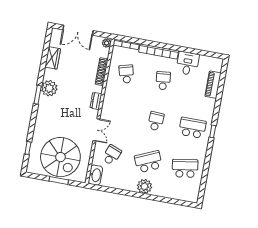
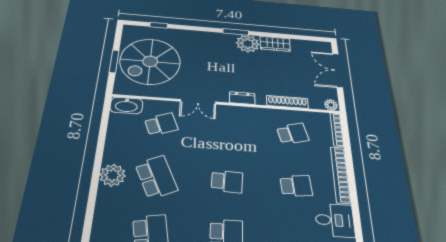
wardrobe: (53, 58) -> (275, 44), moved
school desk: (112, 155) -> (161, 124), turned -42

